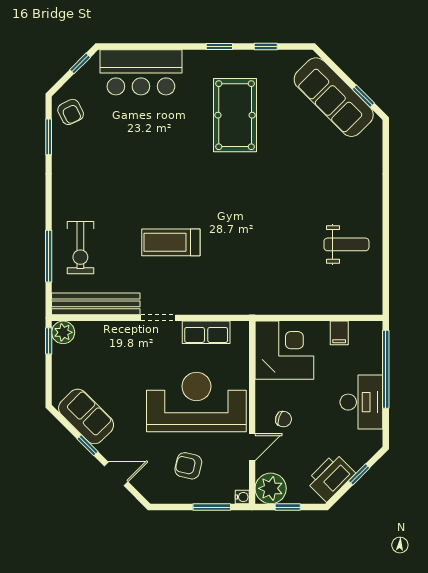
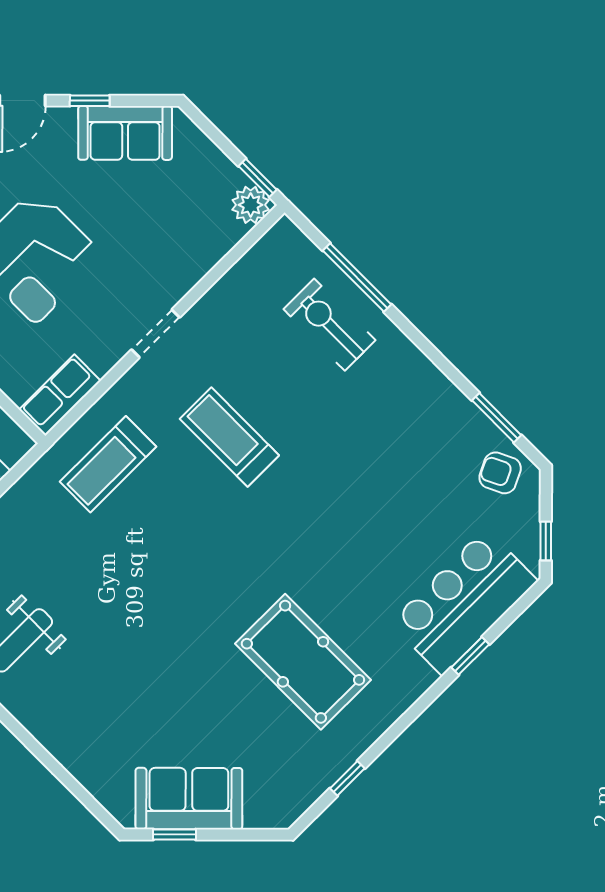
window: (219, 47) -> (470, 656), moved
sofa: (334, 97) -> (189, 799), width x0.73
treadmill: (171, 242) -> (229, 437), turned -90
treadmill: (234, 282) -> (108, 464), added
bench: (96, 304) -> (246, 277), removed
row of seats: (206, 332) -> (60, 395), moved

